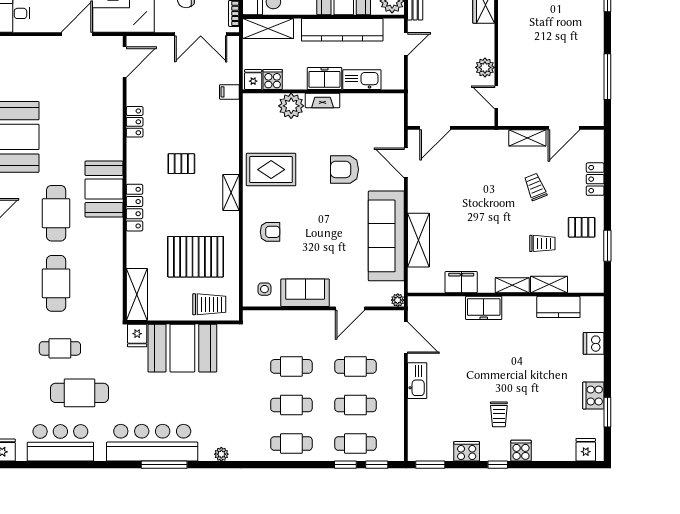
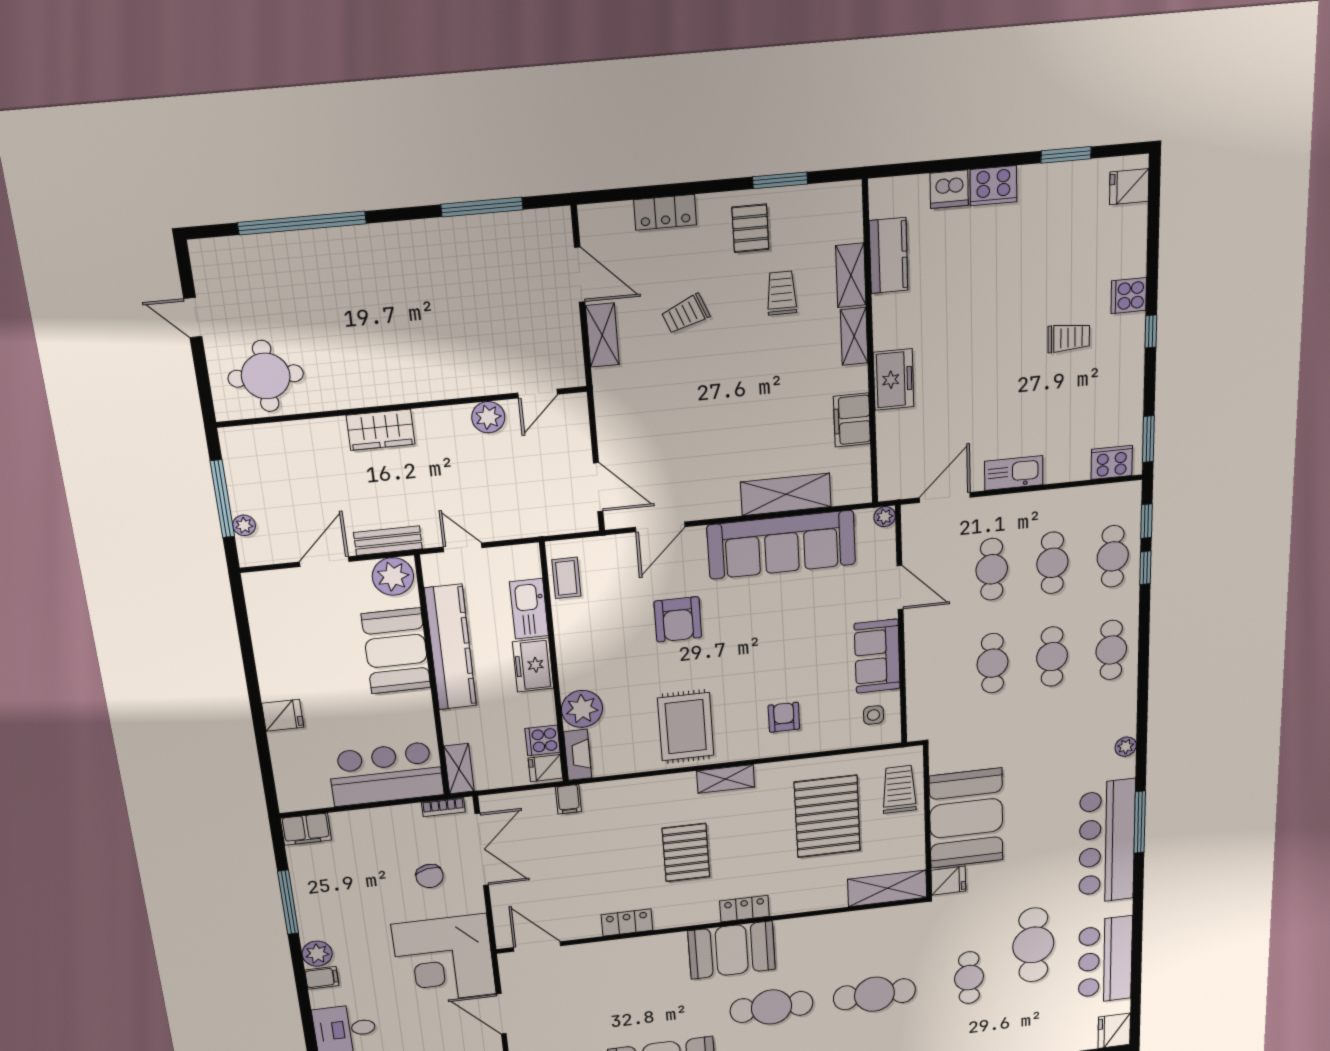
shelving: (268, 29) -> (459, 769), width x0.67, depth x0.75
fireplace: (323, 100) -> (578, 755), moved
coffee table: (379, 104) -> (566, 578), added
pallet: (181, 164) -> (686, 852), width x1.50, depth x1.42
locker: (134, 208) -> (744, 909), width x0.66
cooker: (593, 396) -> (993, 186), moved
cooker: (467, 451) -> (1112, 462), moved, turned 90

